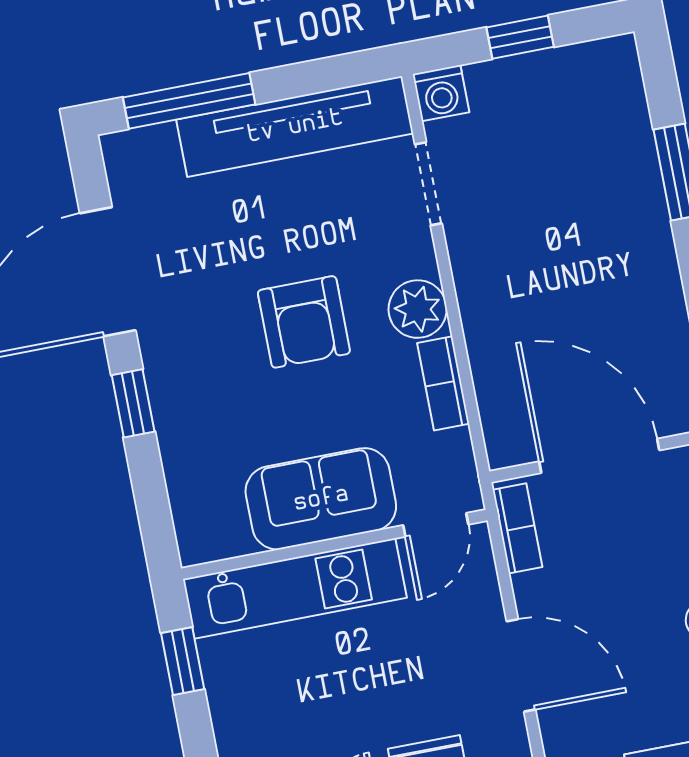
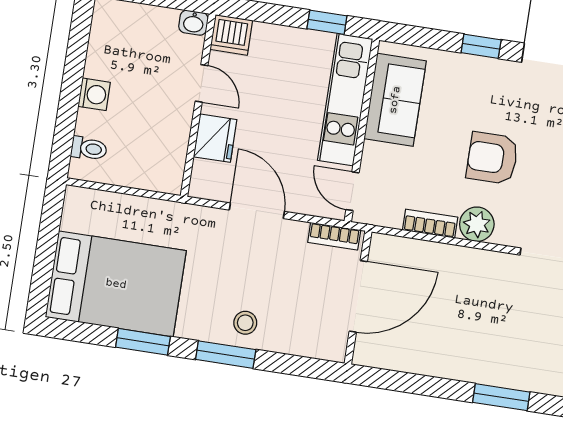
sofa: (321, 499) -> (395, 100), moved
door: (521, 665) -> (257, 211), swing flipped

